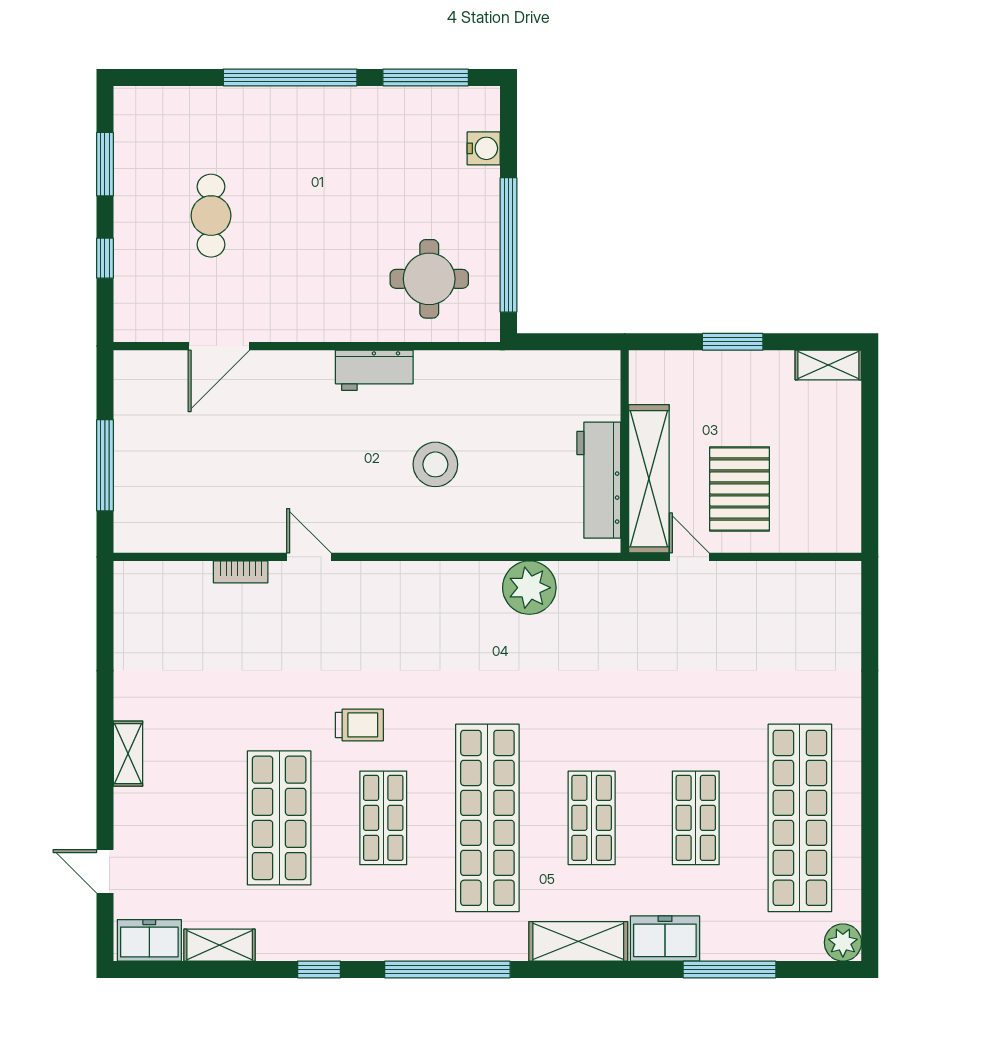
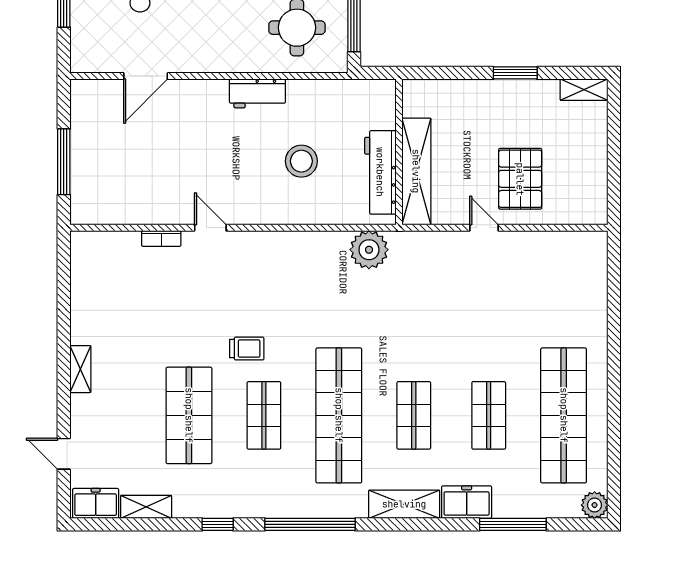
wall: (625, 452) -> (399, 152), moved
shelving: (649, 479) -> (416, 171), moved
workbench: (599, 480) -> (380, 172), moved

